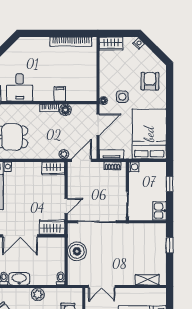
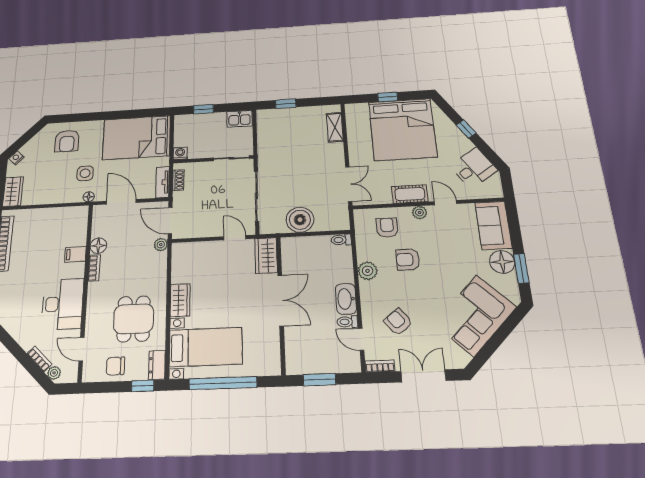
armchair: (150, 81) -> (67, 141), turned -90
desk: (20, 87) -> (63, 304), width x1.37
wardrobe: (53, 168) -> (180, 300), moved

